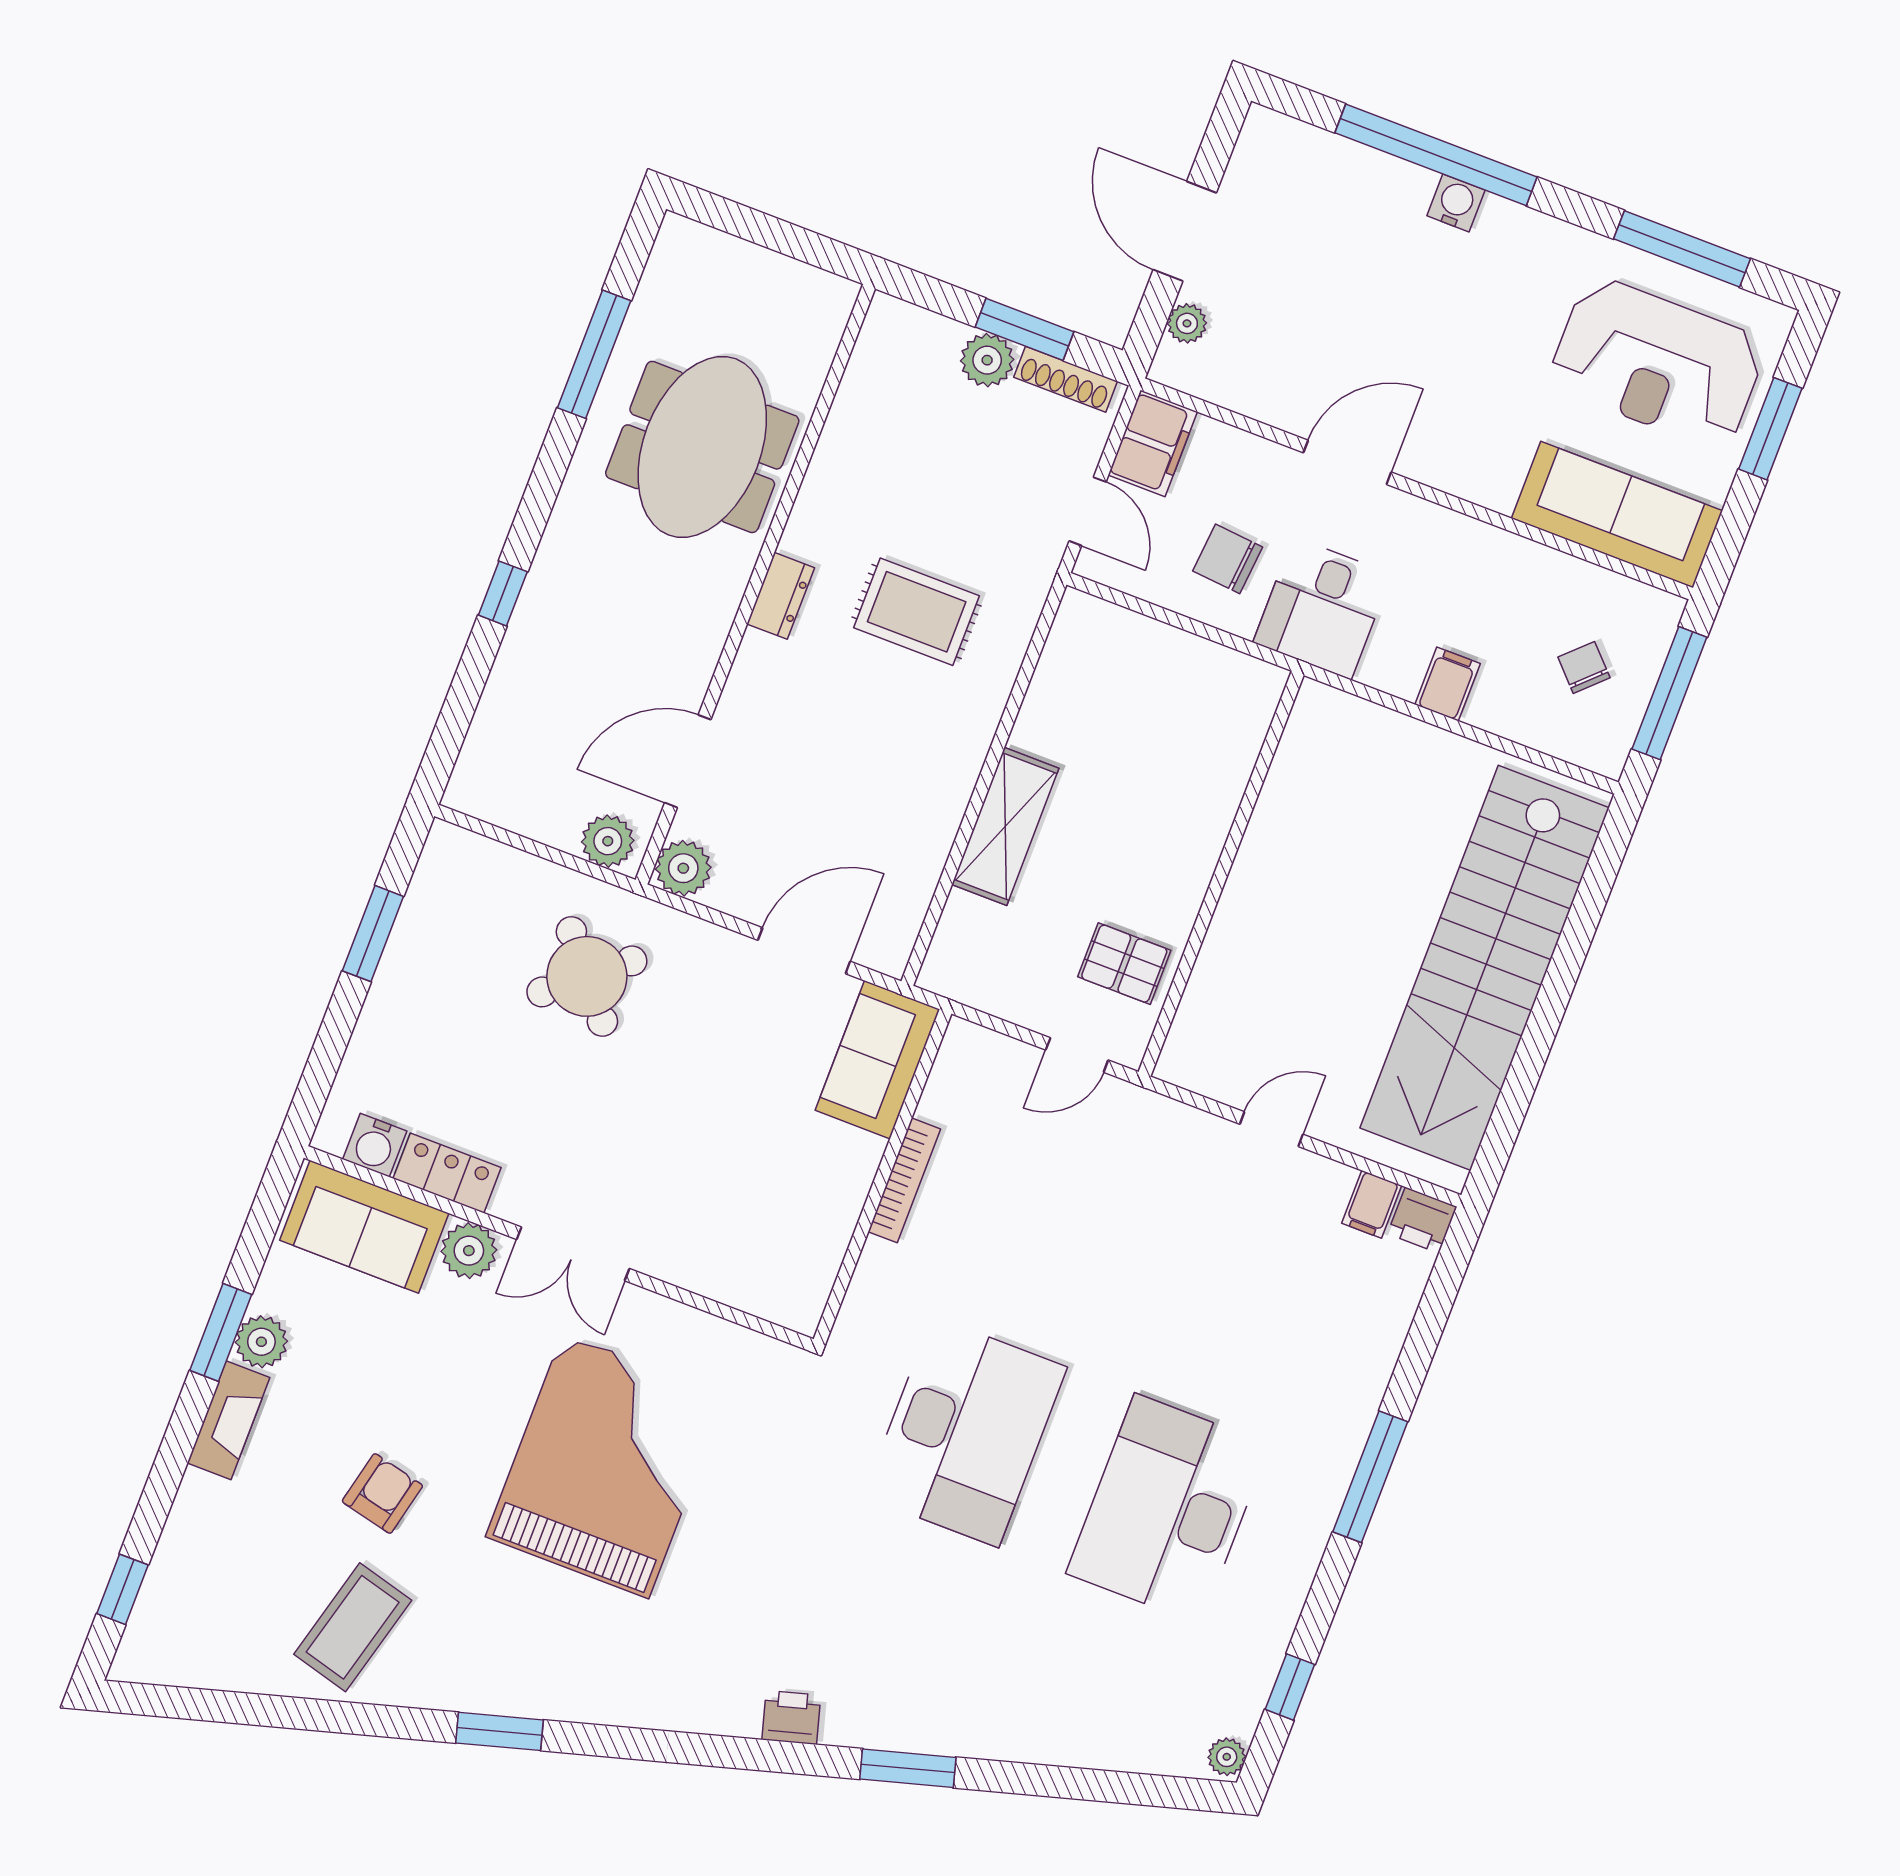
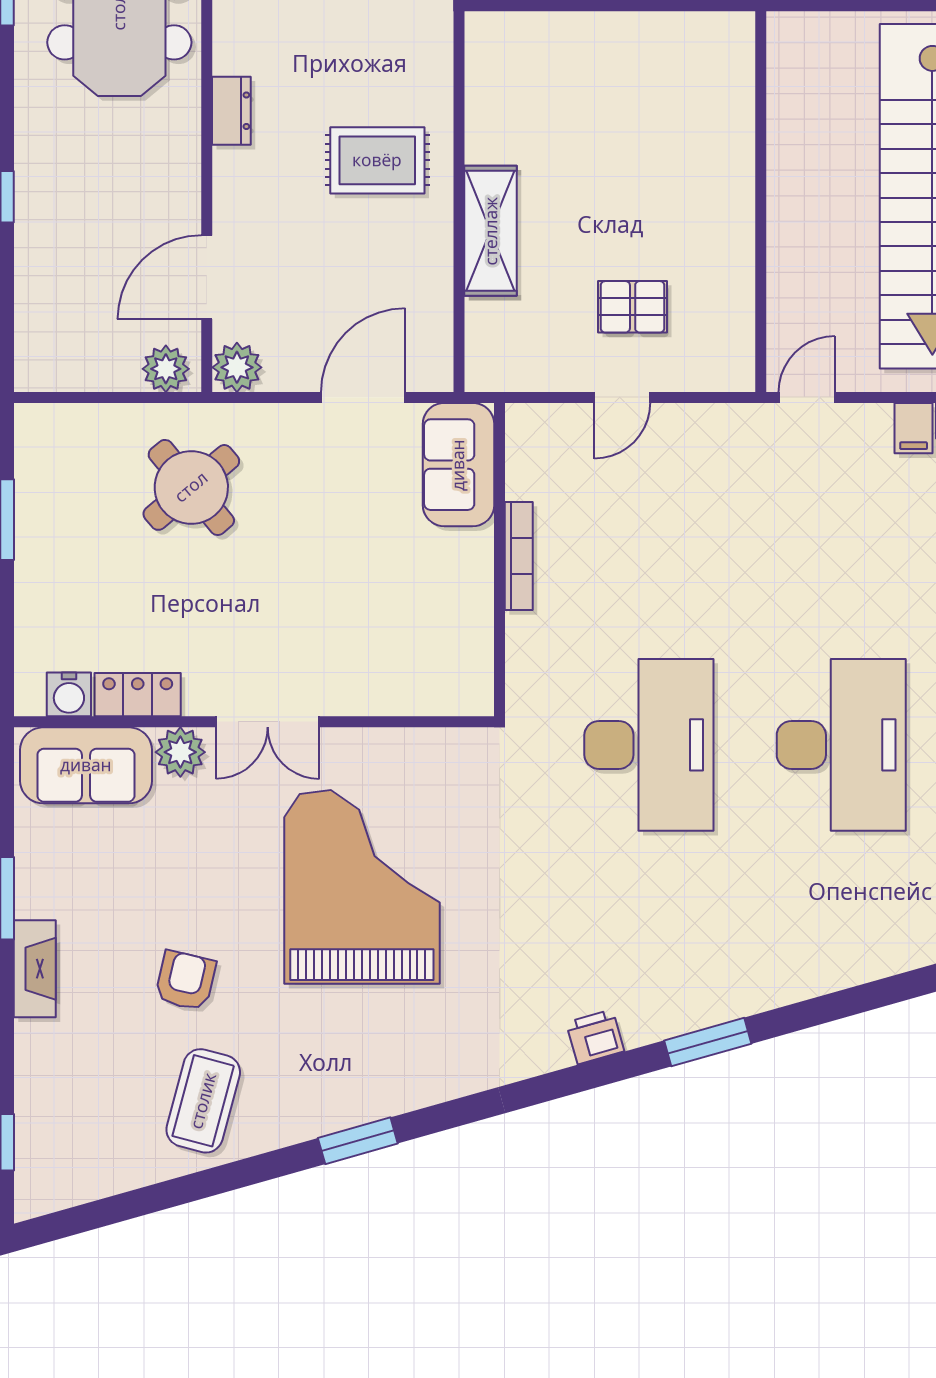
rug: (917, 612) -> (377, 160), moved
wall: (1221, 874) -> (761, 202), moved
plant: (261, 1342) -> (37, 893), removed
desk: (1168, 1509) -> (841, 745), turned 180

